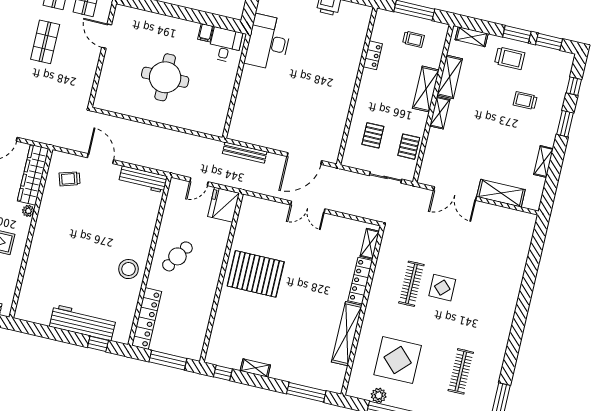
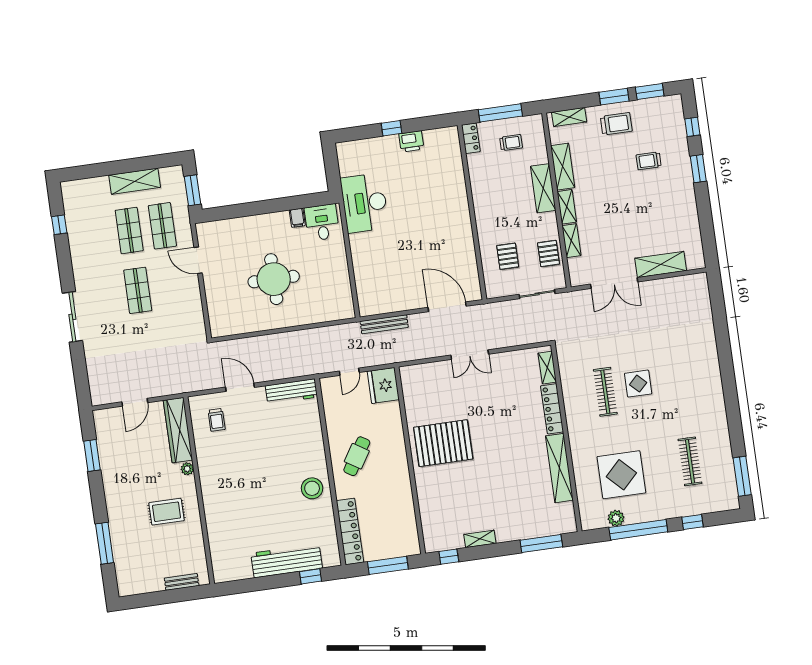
locker: (373, 55) -> (471, 138), moved
door: (304, 159) -> (447, 307), swing flipped
shelving: (543, 162) -> (571, 241), moved
trolley: (70, 179) -> (217, 420), turned -73

